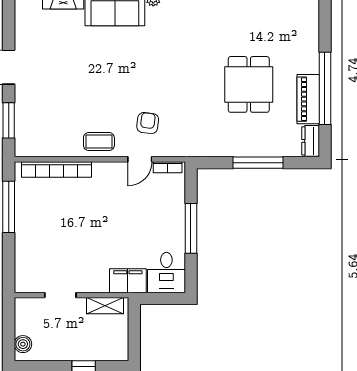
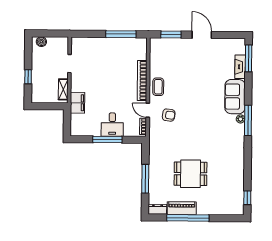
bookcase: (57, 169) -> (142, 80), moved
desk: (166, 273) -> (112, 125), moved, turned -90

